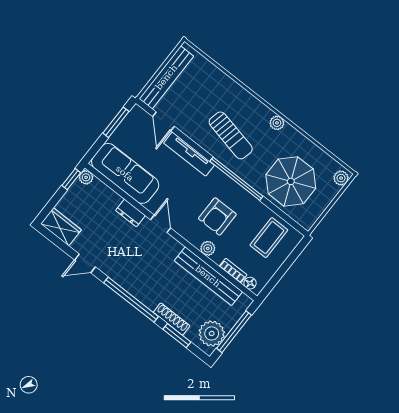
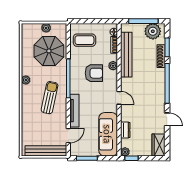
plant: (341, 178) -> (46, 28), moved
dresser: (130, 213) -> (125, 130), moved
door: (161, 224) -> (119, 98), swing flipped

